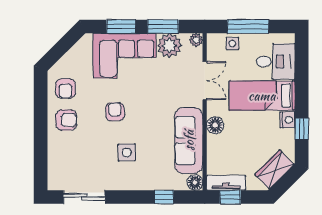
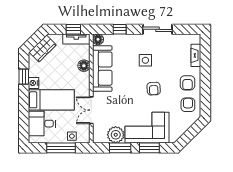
plant: (196, 40) -> (97, 139), removed
armchair: (66, 120) -> (187, 83), turned -90
floor lamp: (215, 125) -> (84, 66), moved
fireplace: (54, 159) -> (196, 55), added
sliding door: (84, 197) -> (157, 29), moved

